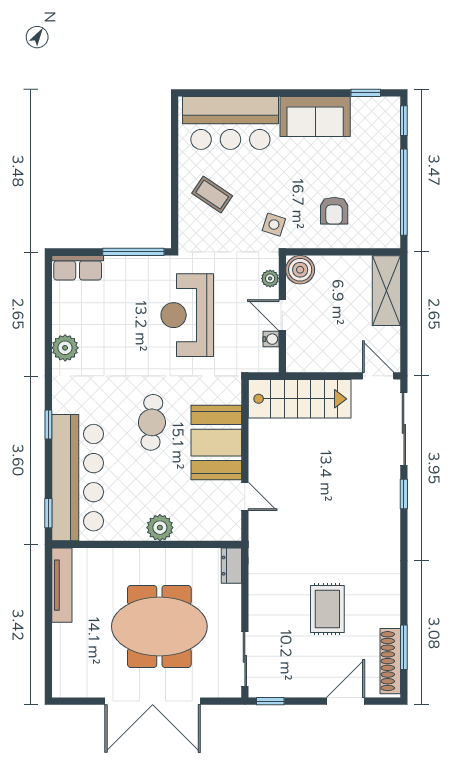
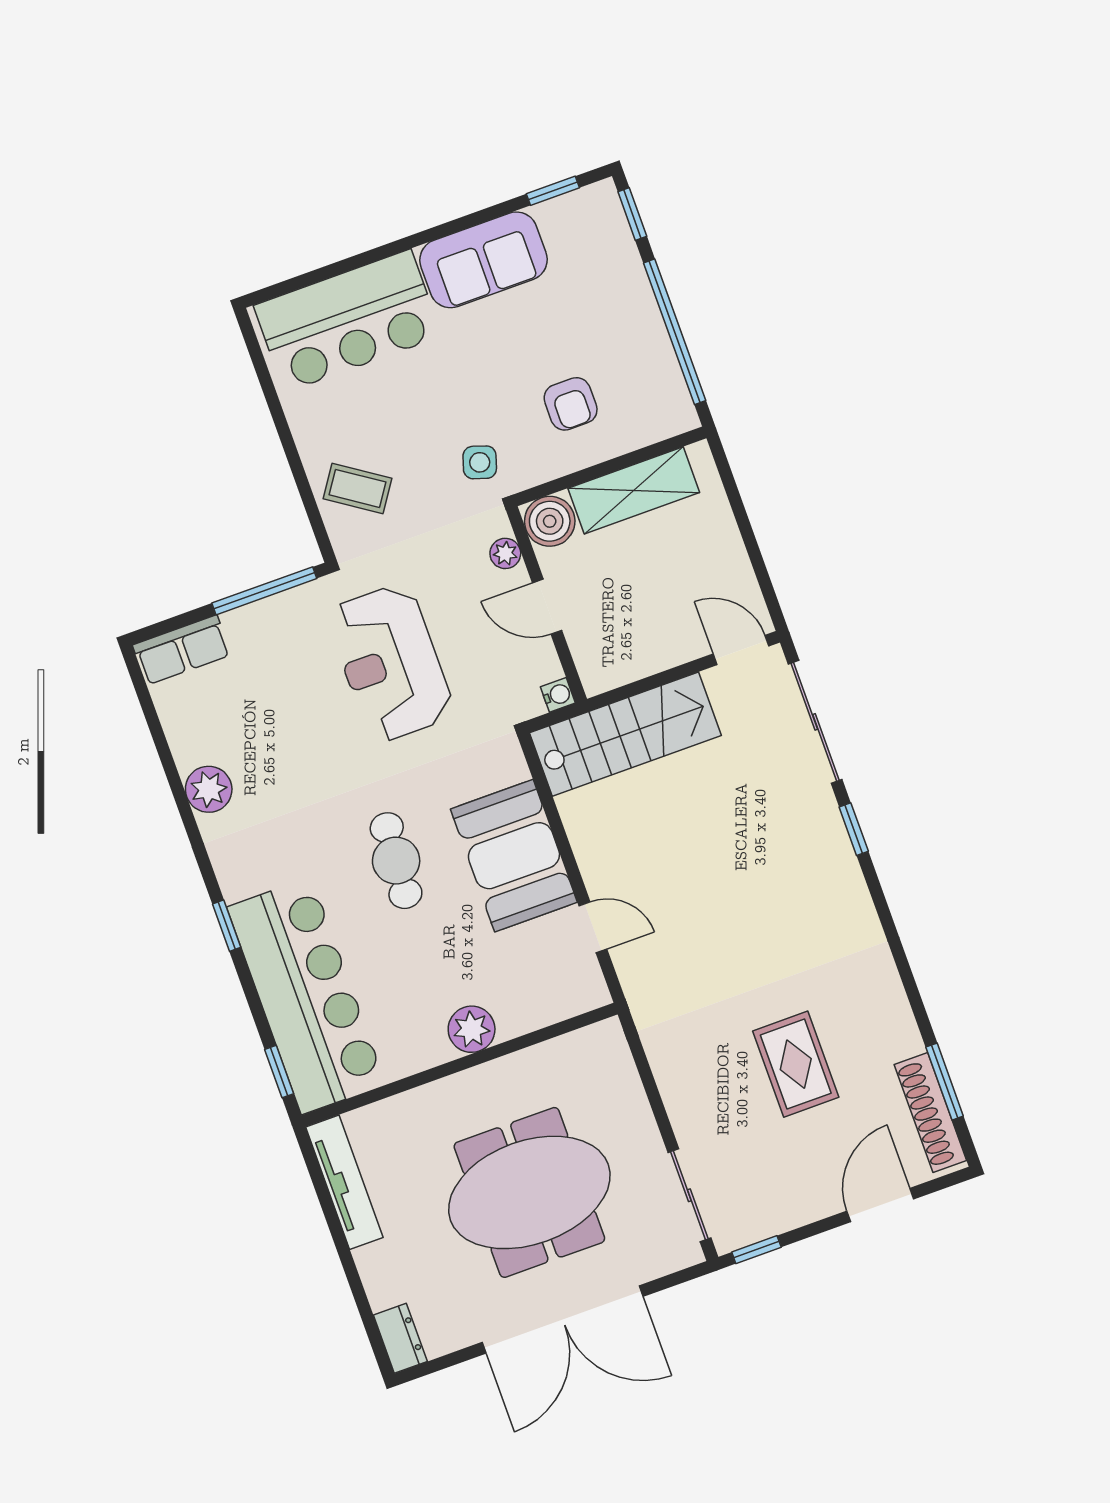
coffee table: (212, 195) -> (357, 488), moved
shelving: (386, 291) -> (634, 490), moved, turned 90
water cooler: (271, 339) -> (558, 695), moved
dresser: (231, 566) -> (400, 1338), moved, turned 180

